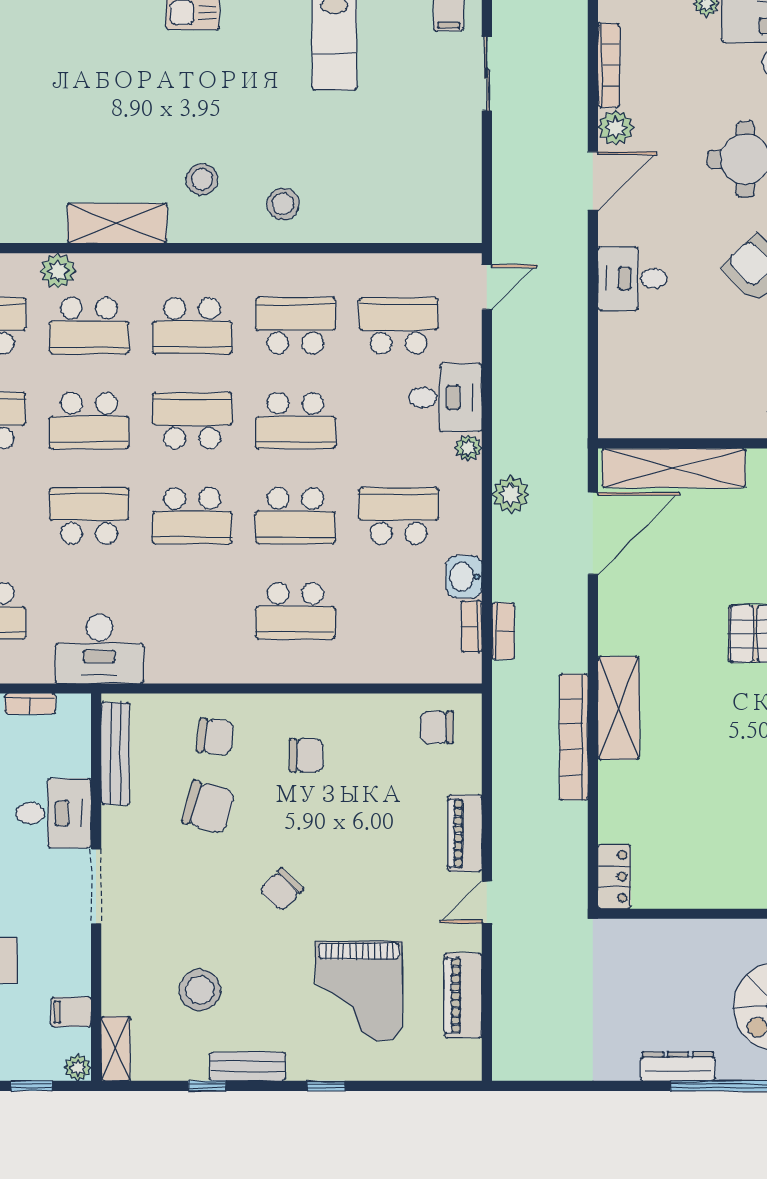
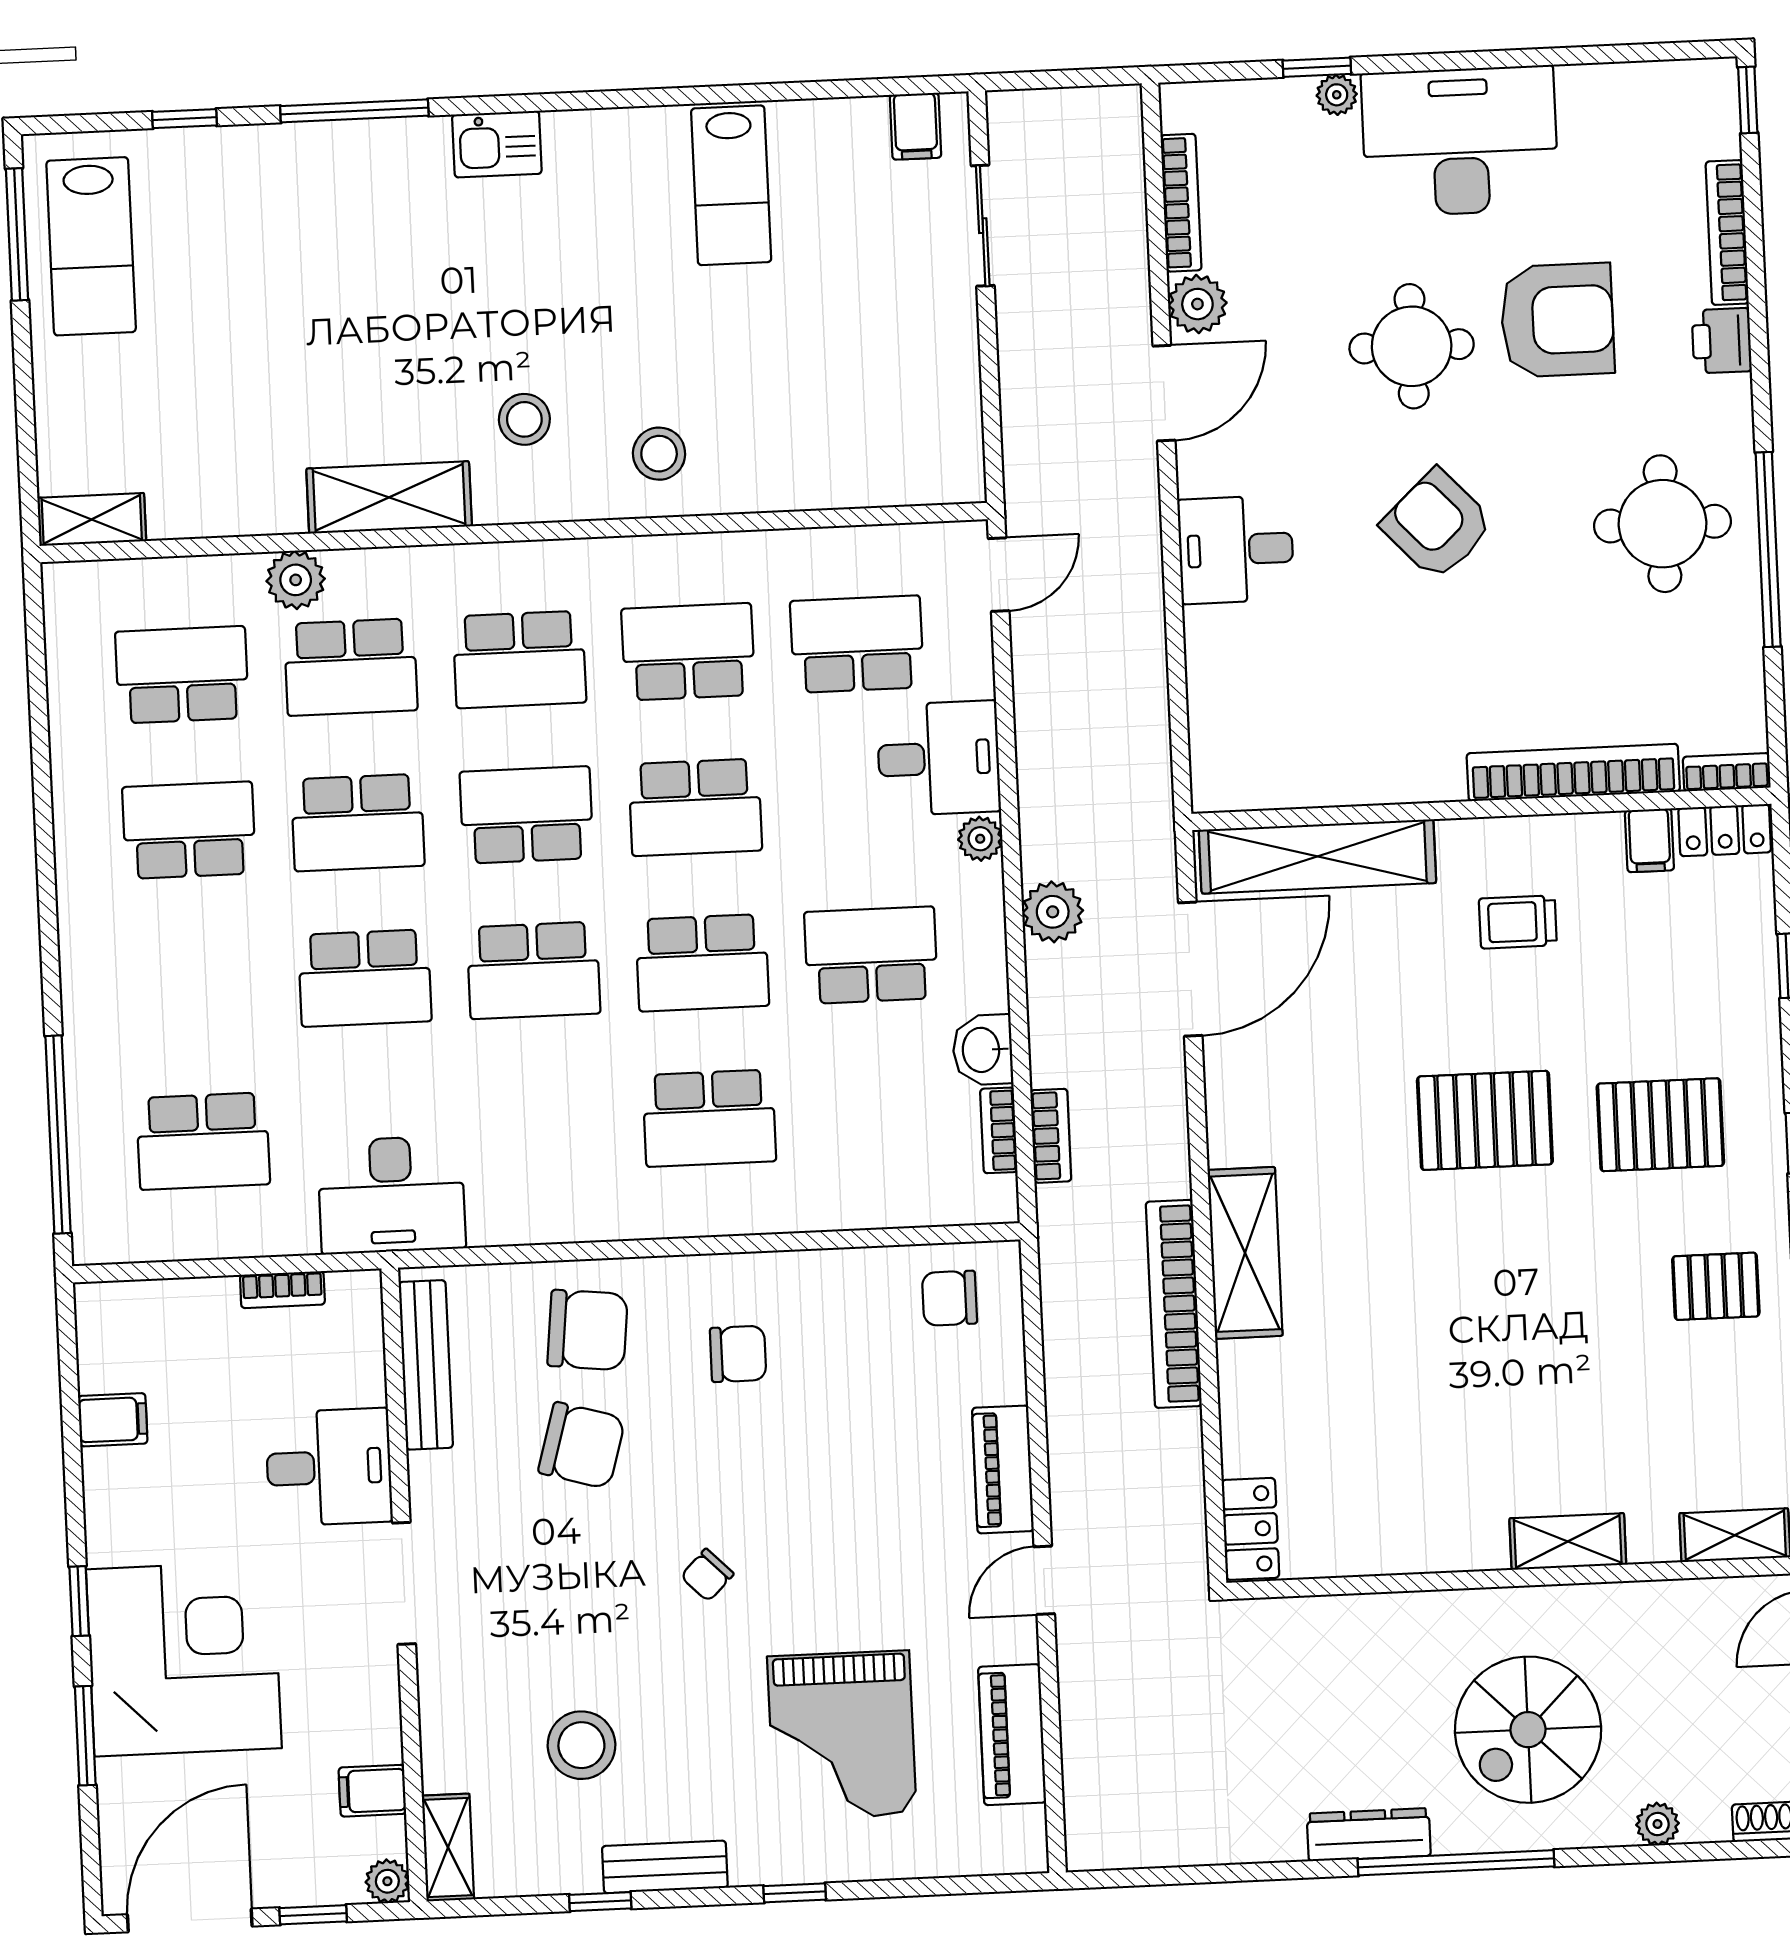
school desk: (89, 516) -> (365, 978), turned 180
chair: (215, 737) -> (587, 1330), width x1.37, depth x1.37
chair: (281, 890) -> (707, 1575), width x0.73, depth x0.73

